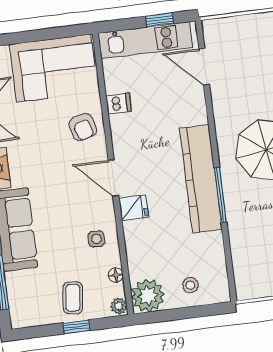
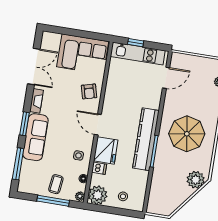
window: (160, 20) -> (136, 43), moved
door: (204, 67) -> (166, 78), swing flipped
dishwasher: (119, 104) -> (99, 168), moved
fridge: (133, 208) -> (106, 150), width x1.88, depth x1.34
window: (77, 327) -> (53, 201), width x2.17

